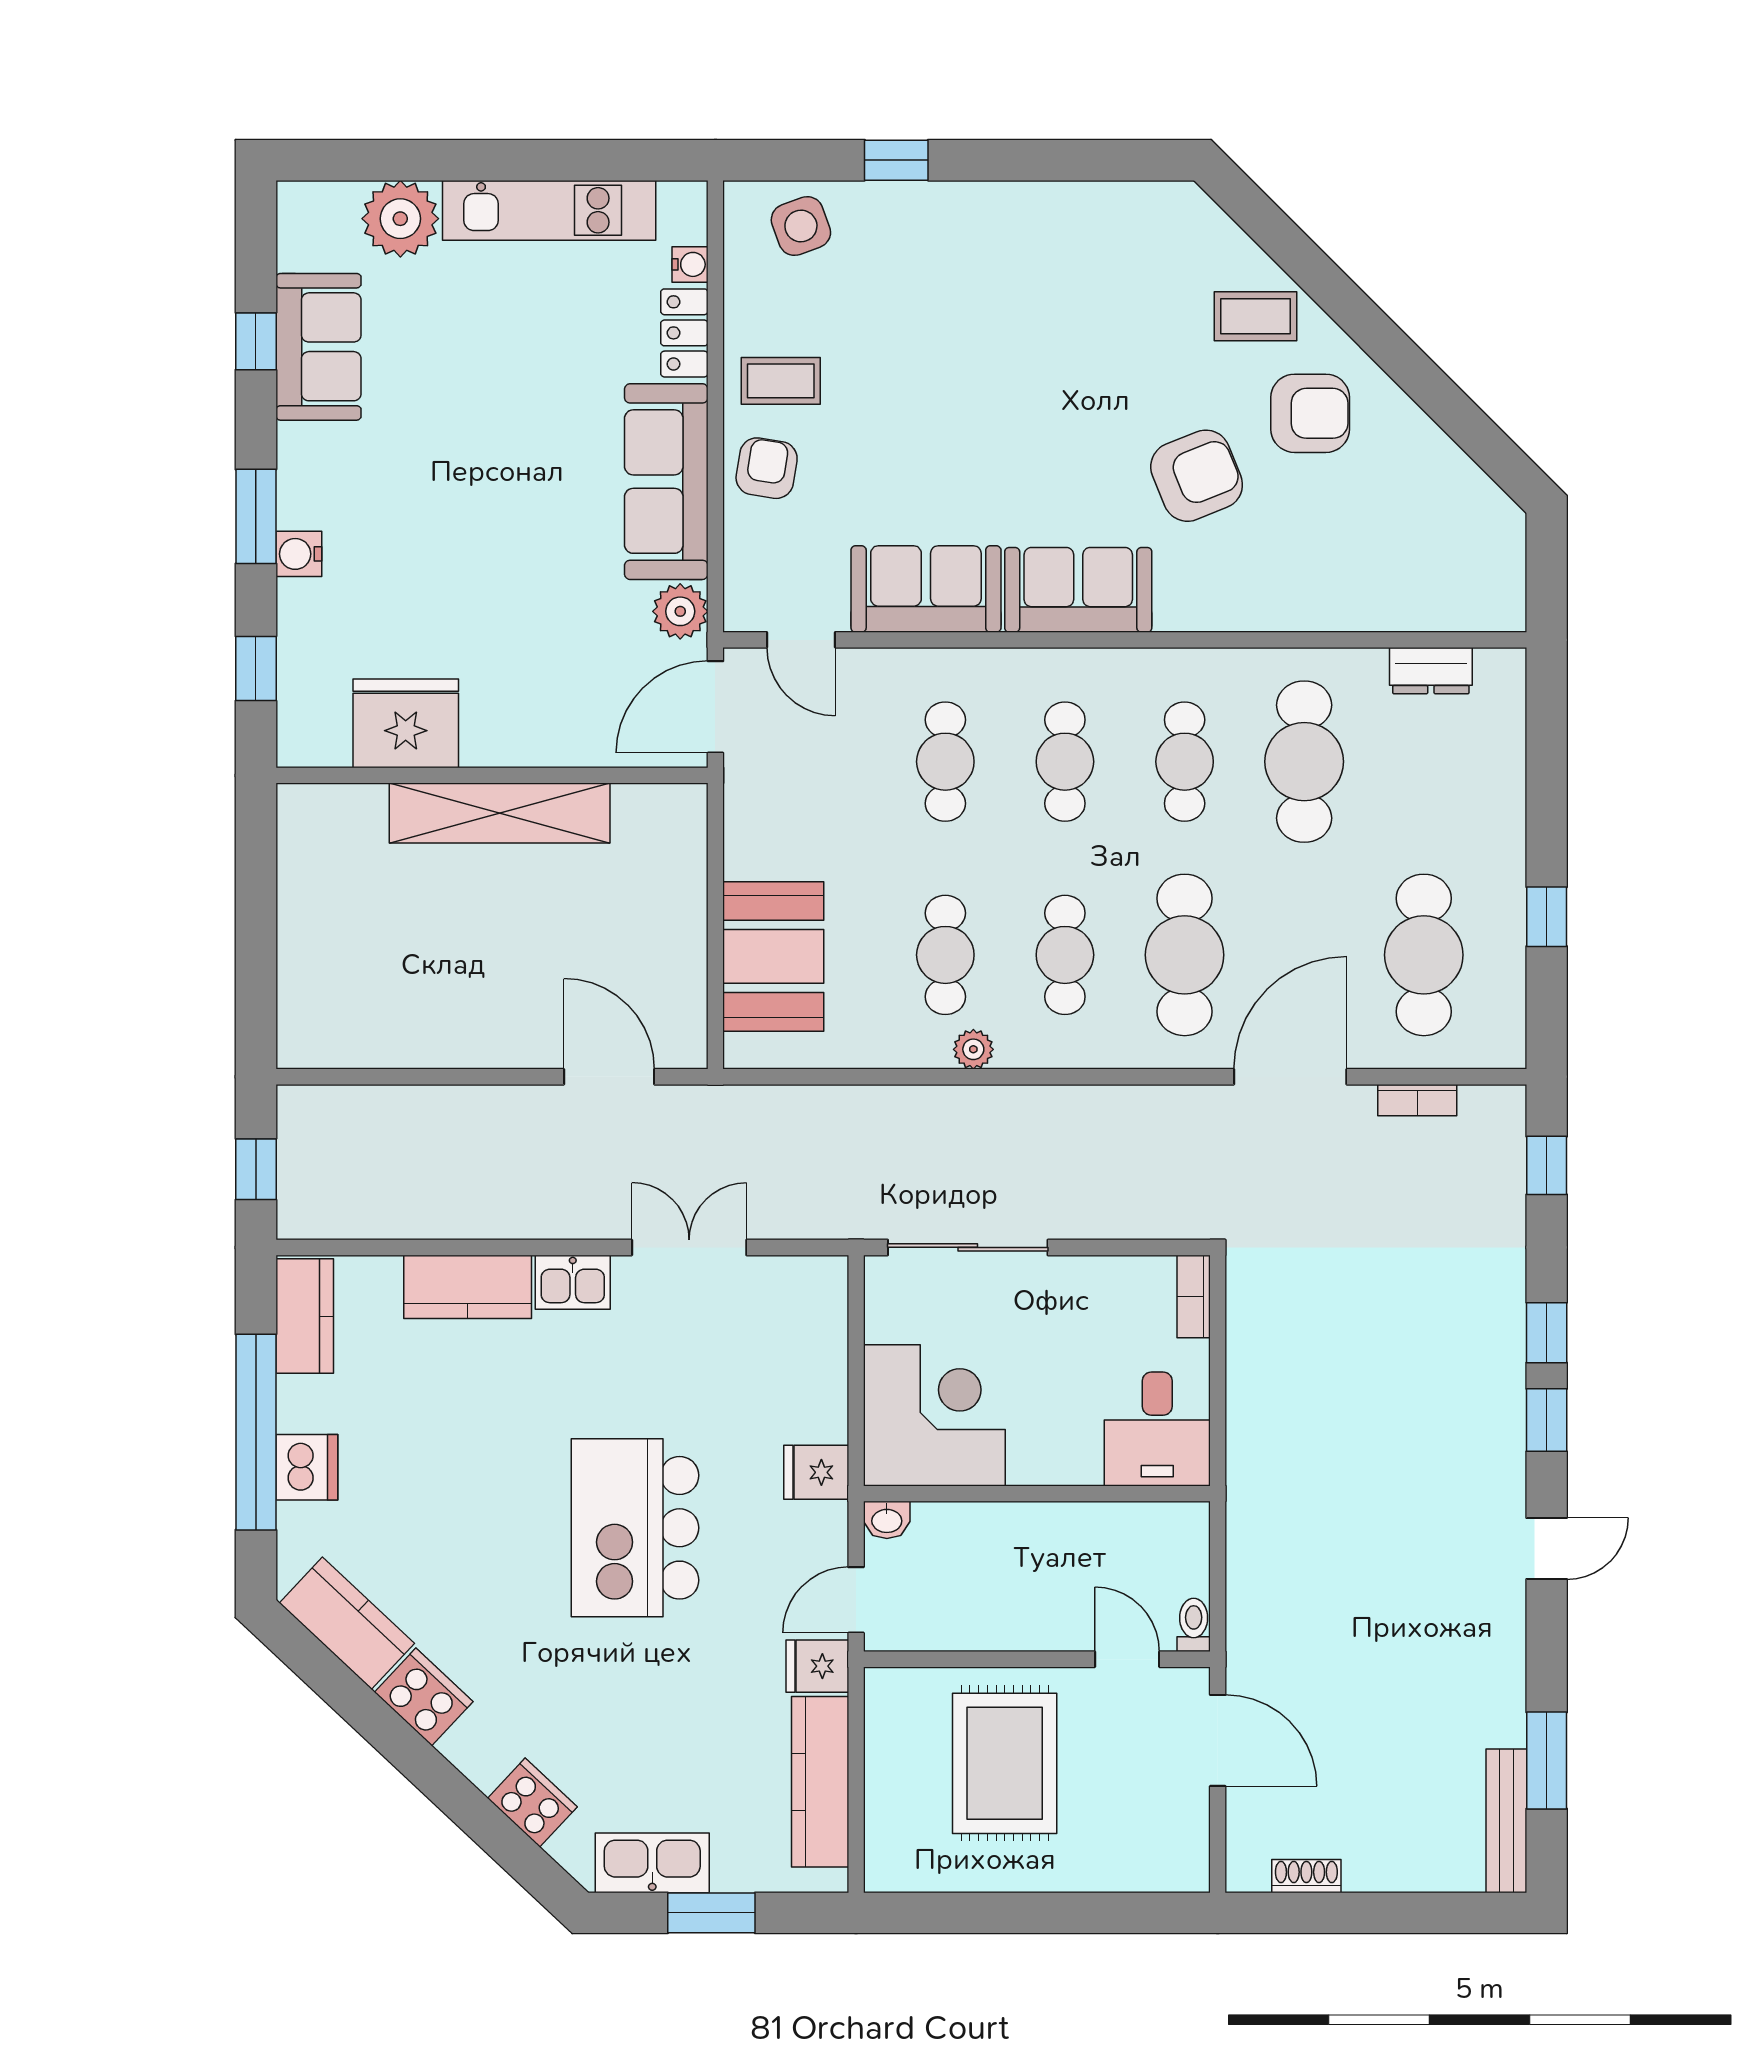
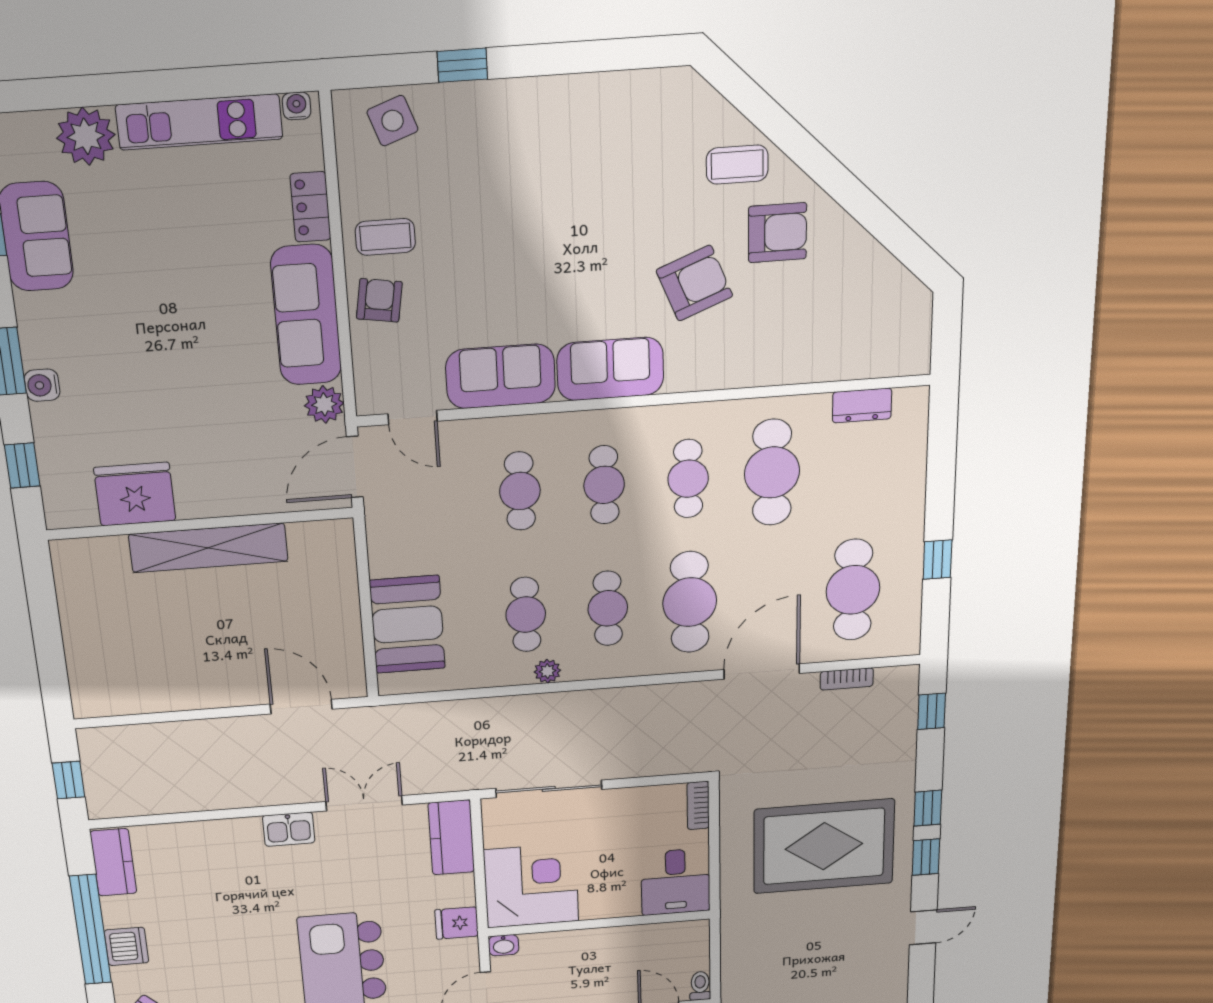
water cooler: (690, 264) -> (297, 106), moved, turned -90
kitchen counter: (468, 1287) -> (451, 837), moved, turned 90
rug: (1387, 1386) -> (824, 846), added

